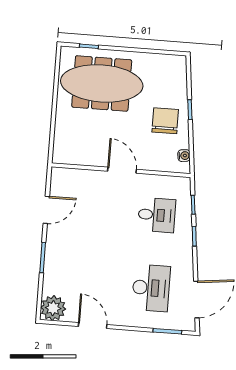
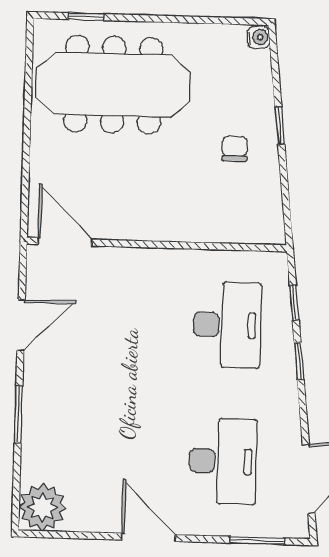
chair: (165, 121) -> (235, 149), width x0.54, depth x0.54
water cooler: (184, 156) -> (258, 37), moved
door: (122, 170) -> (65, 242), moved
desk: (157, 215) -> (227, 325), width x1.37
door: (93, 325) -> (149, 537), moved

